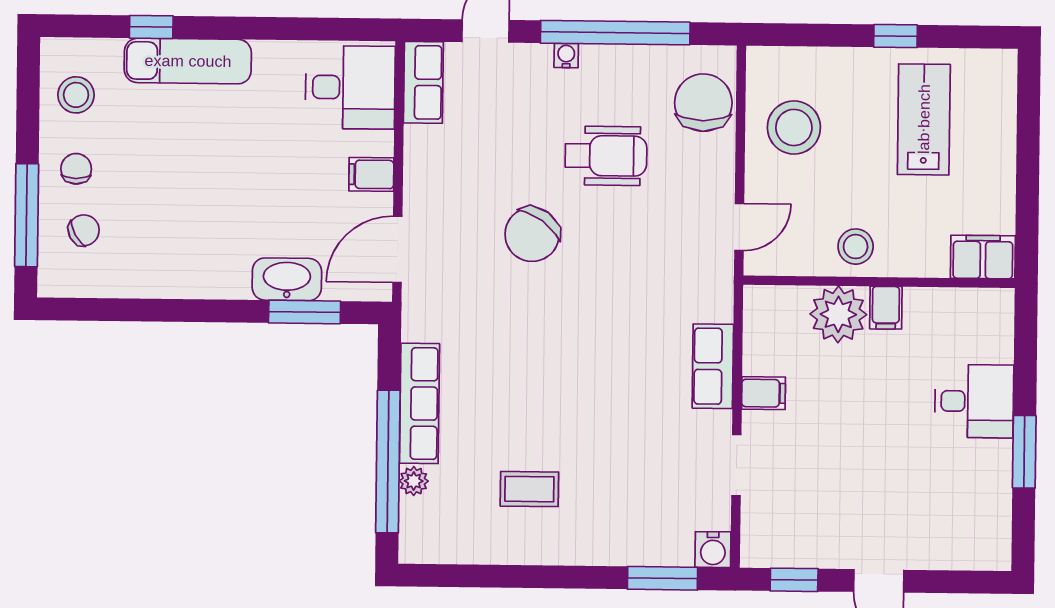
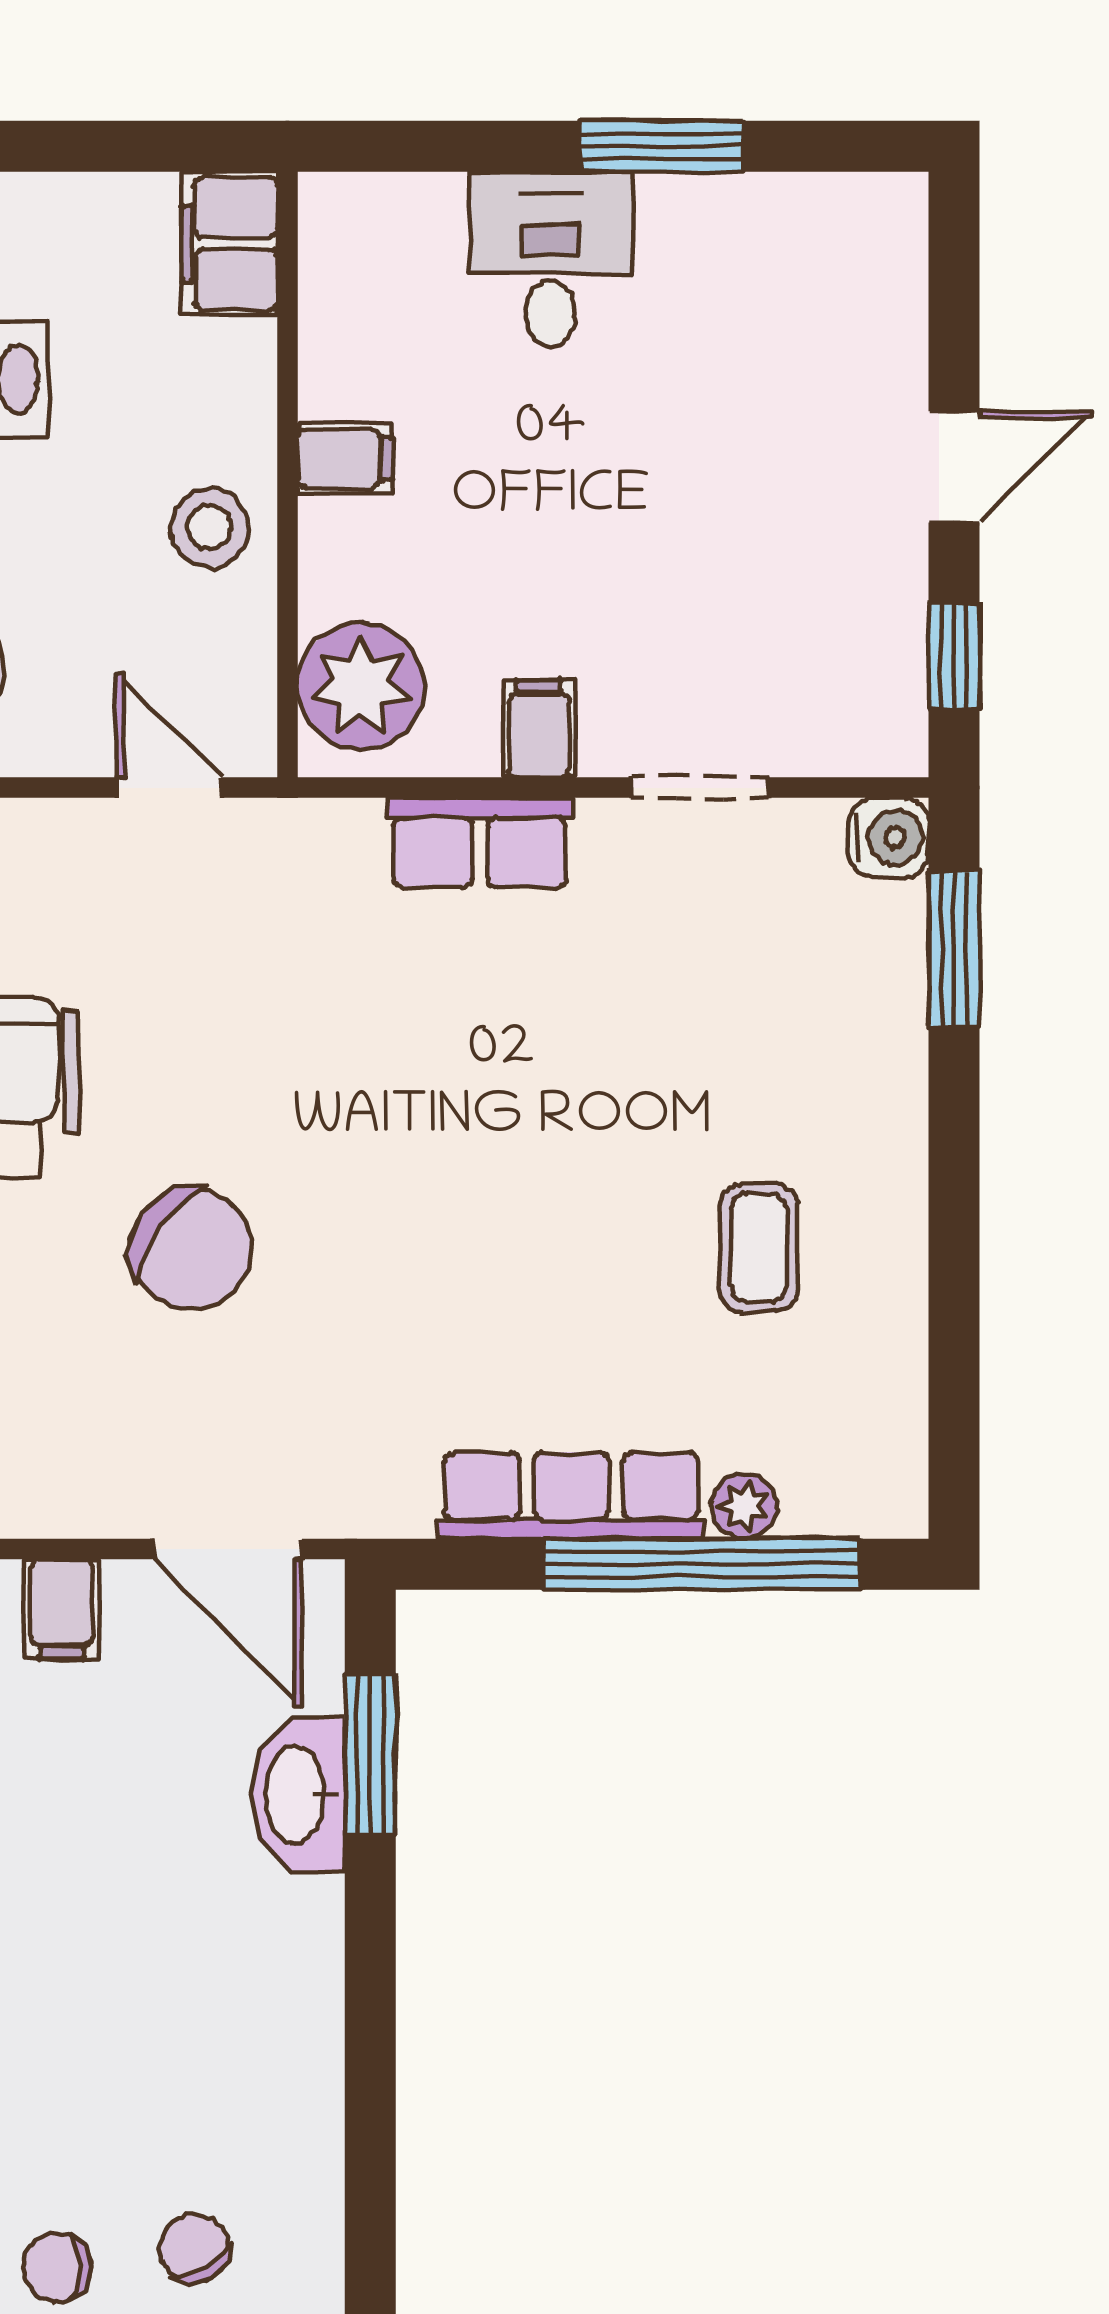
plant: (838, 314) -> (361, 686), moved

